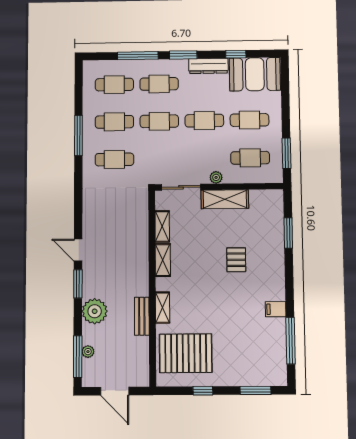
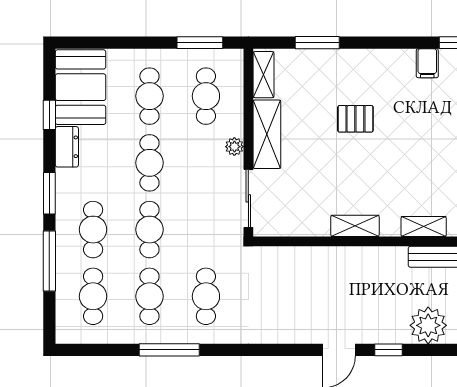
dresser: (208, 66) -> (67, 147), width x0.70
shelving: (162, 226) -> (264, 75), moved, turned 90
window: (78, 284) -> (388, 350), width x0.67

